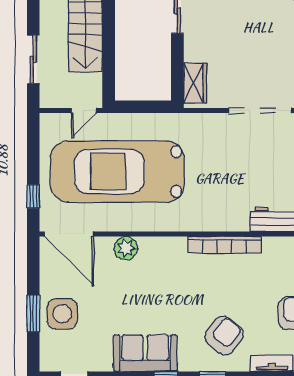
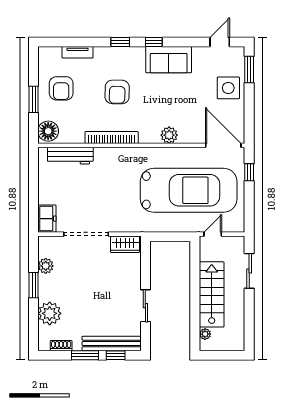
wardrobe: (195, 83) -> (125, 244), moved, turned -90
plant: (126, 248) -> (169, 135), moved
window: (33, 313) -> (249, 70), moved
armchair: (224, 336) -> (117, 92), moved, turned -37

